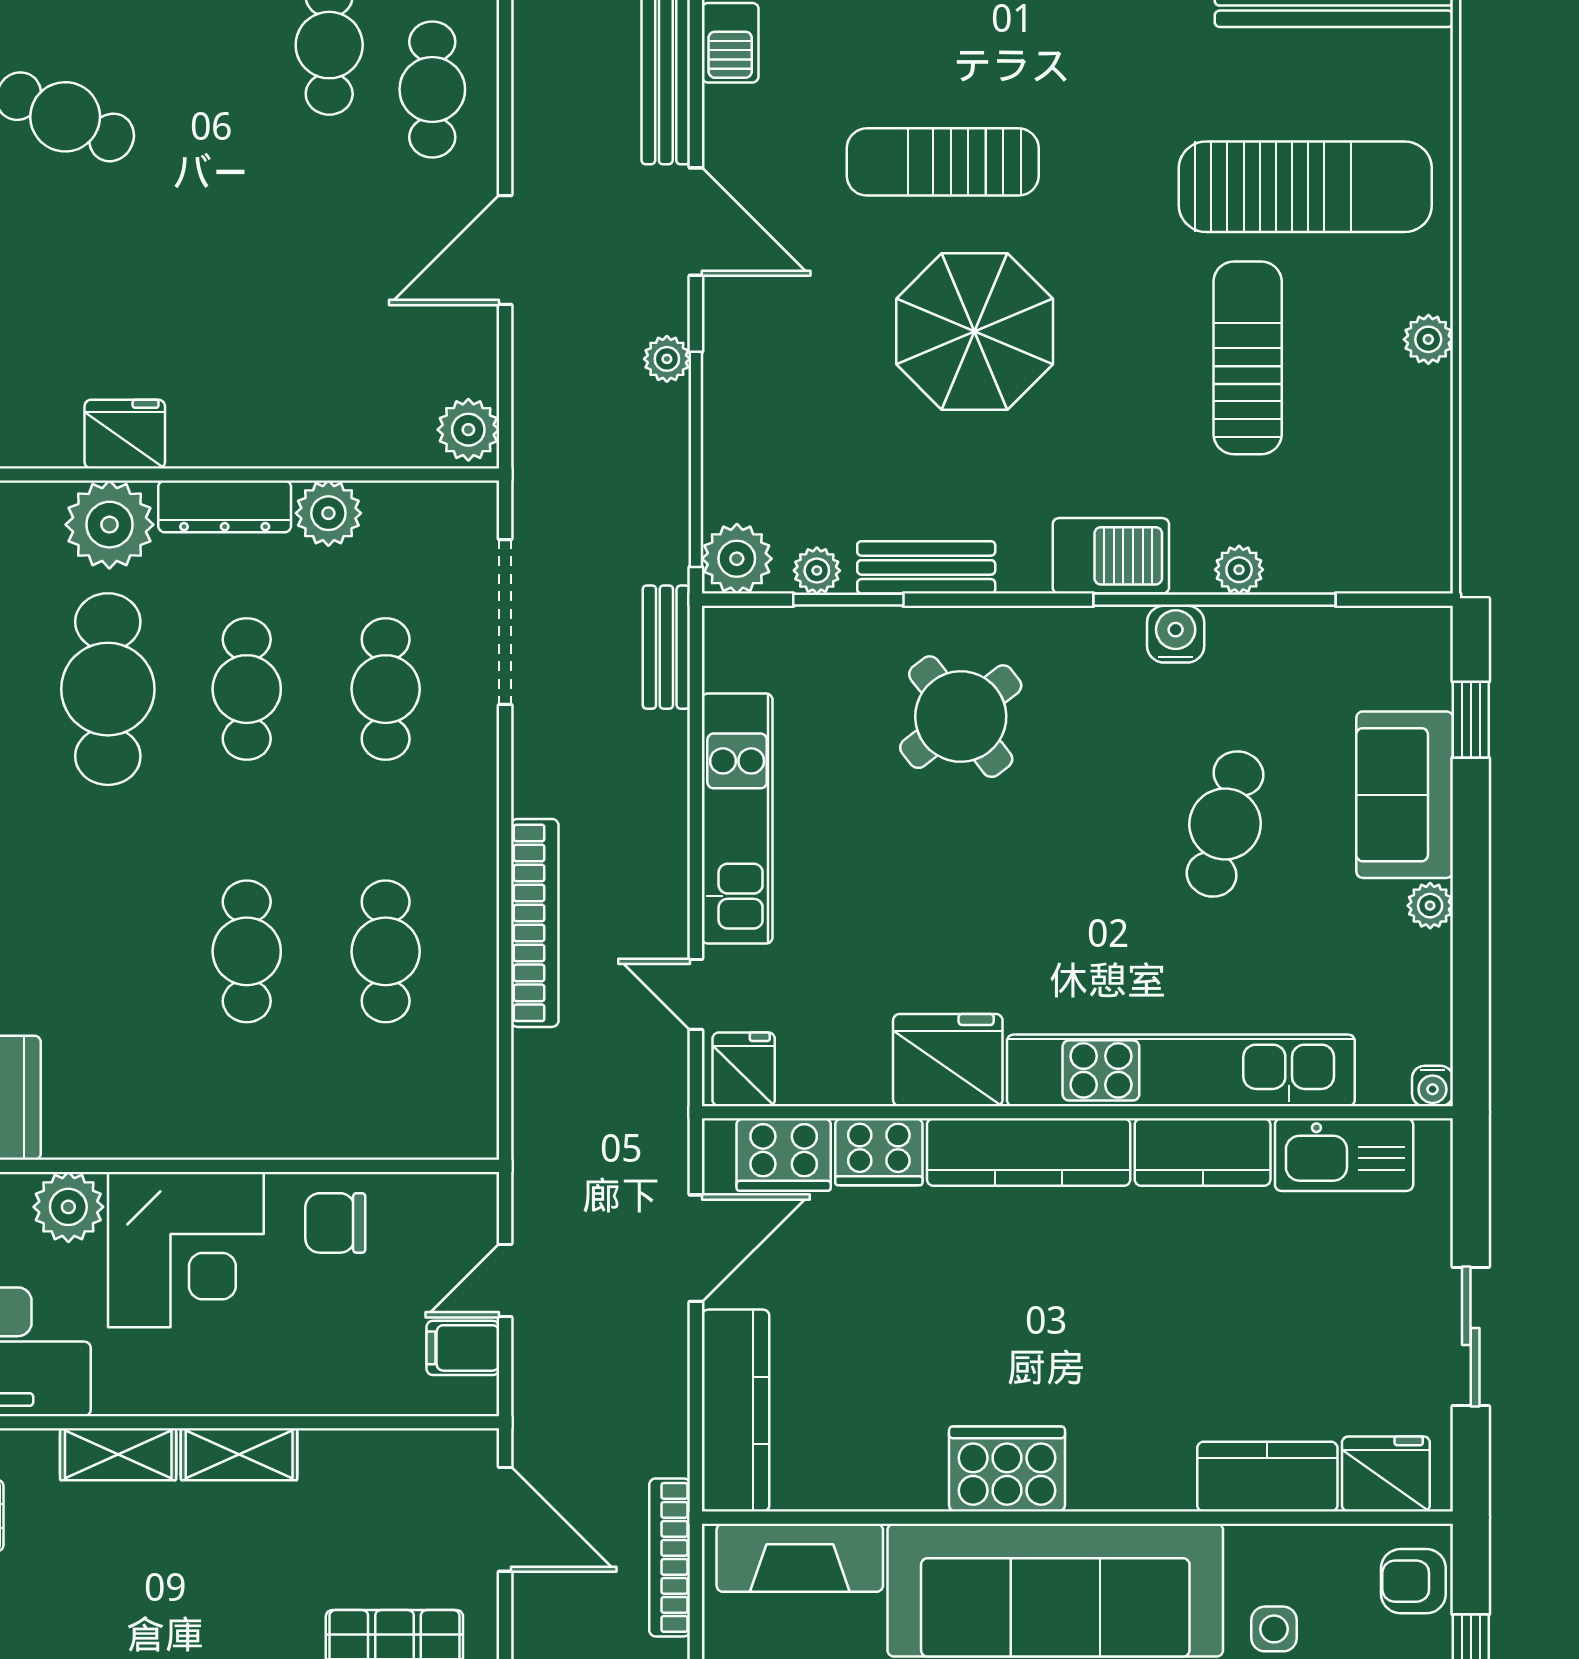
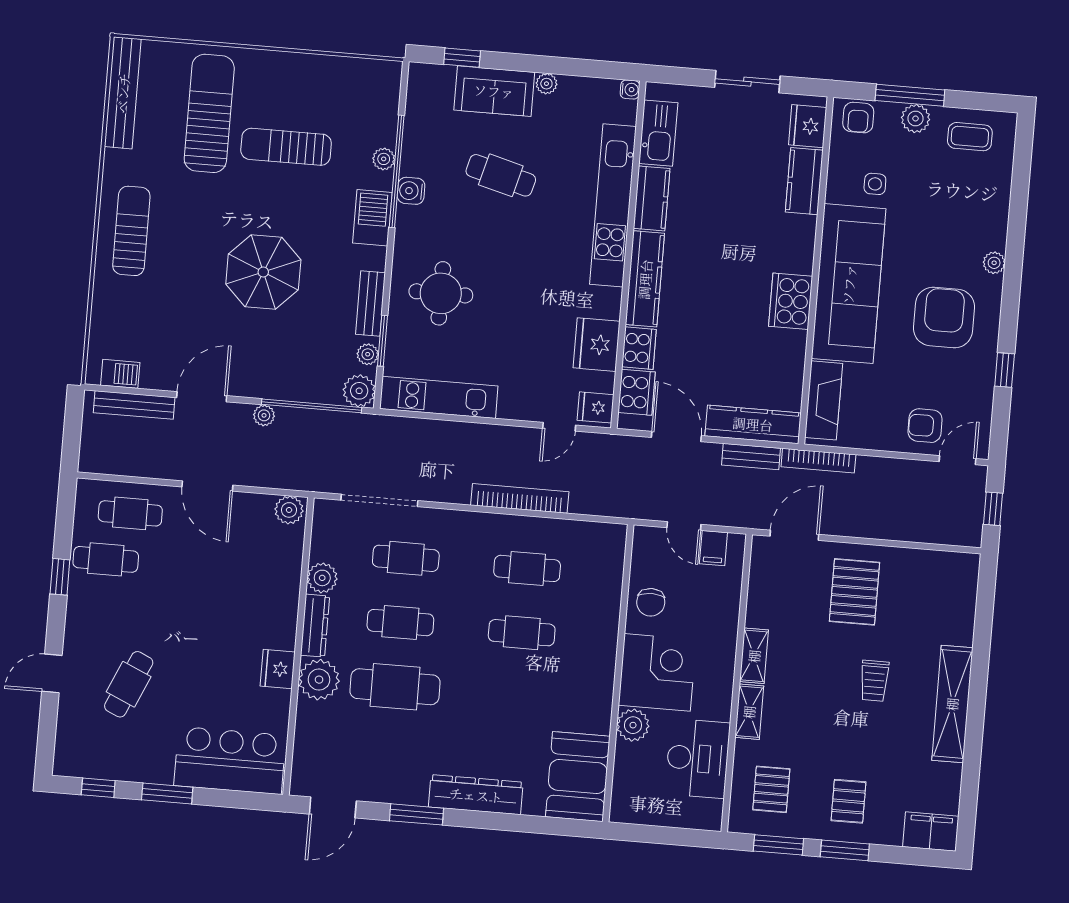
sun lounger: (943, 162) -> (131, 231), moved, turned 180
plant: (1428, 339) -> (285, 62), removed
bench: (666, 647) -> (751, 457), moved
round table: (961, 717) -> (441, 293), turned 38
kitchen unit: (737, 819) -> (439, 397), moved
fridge: (948, 1060) -> (597, 345), moved

